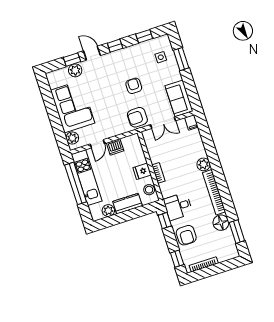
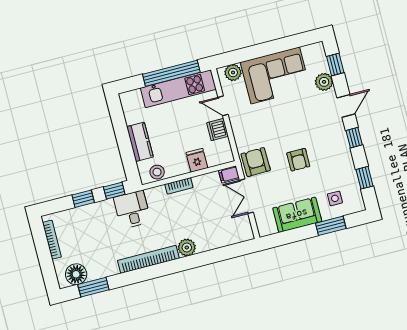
window: (72, 60) -> (335, 65), moved
armchair: (134, 86) -> (298, 160), turned 90
sofa: (179, 98) -> (297, 215), moved
filing cabinet: (191, 122) -> (229, 174), moved
fridge: (142, 171) -> (197, 160), moved
plant: (108, 211) -> (132, 115), removed
floor lamp: (221, 223) -> (76, 274), moved
armchair: (186, 235) -> (93, 218), removed
window: (177, 259) -> (83, 199), moved

